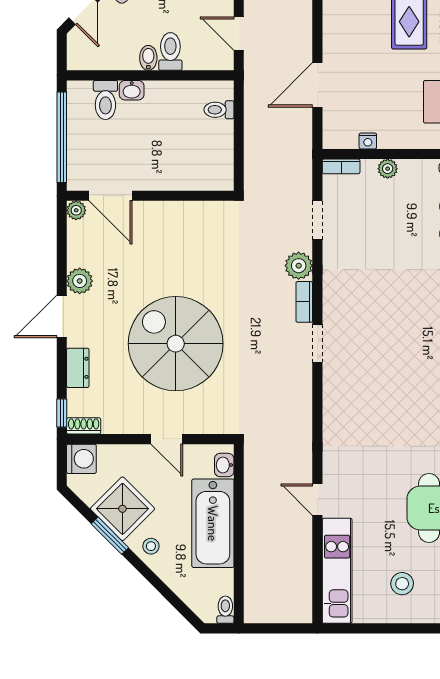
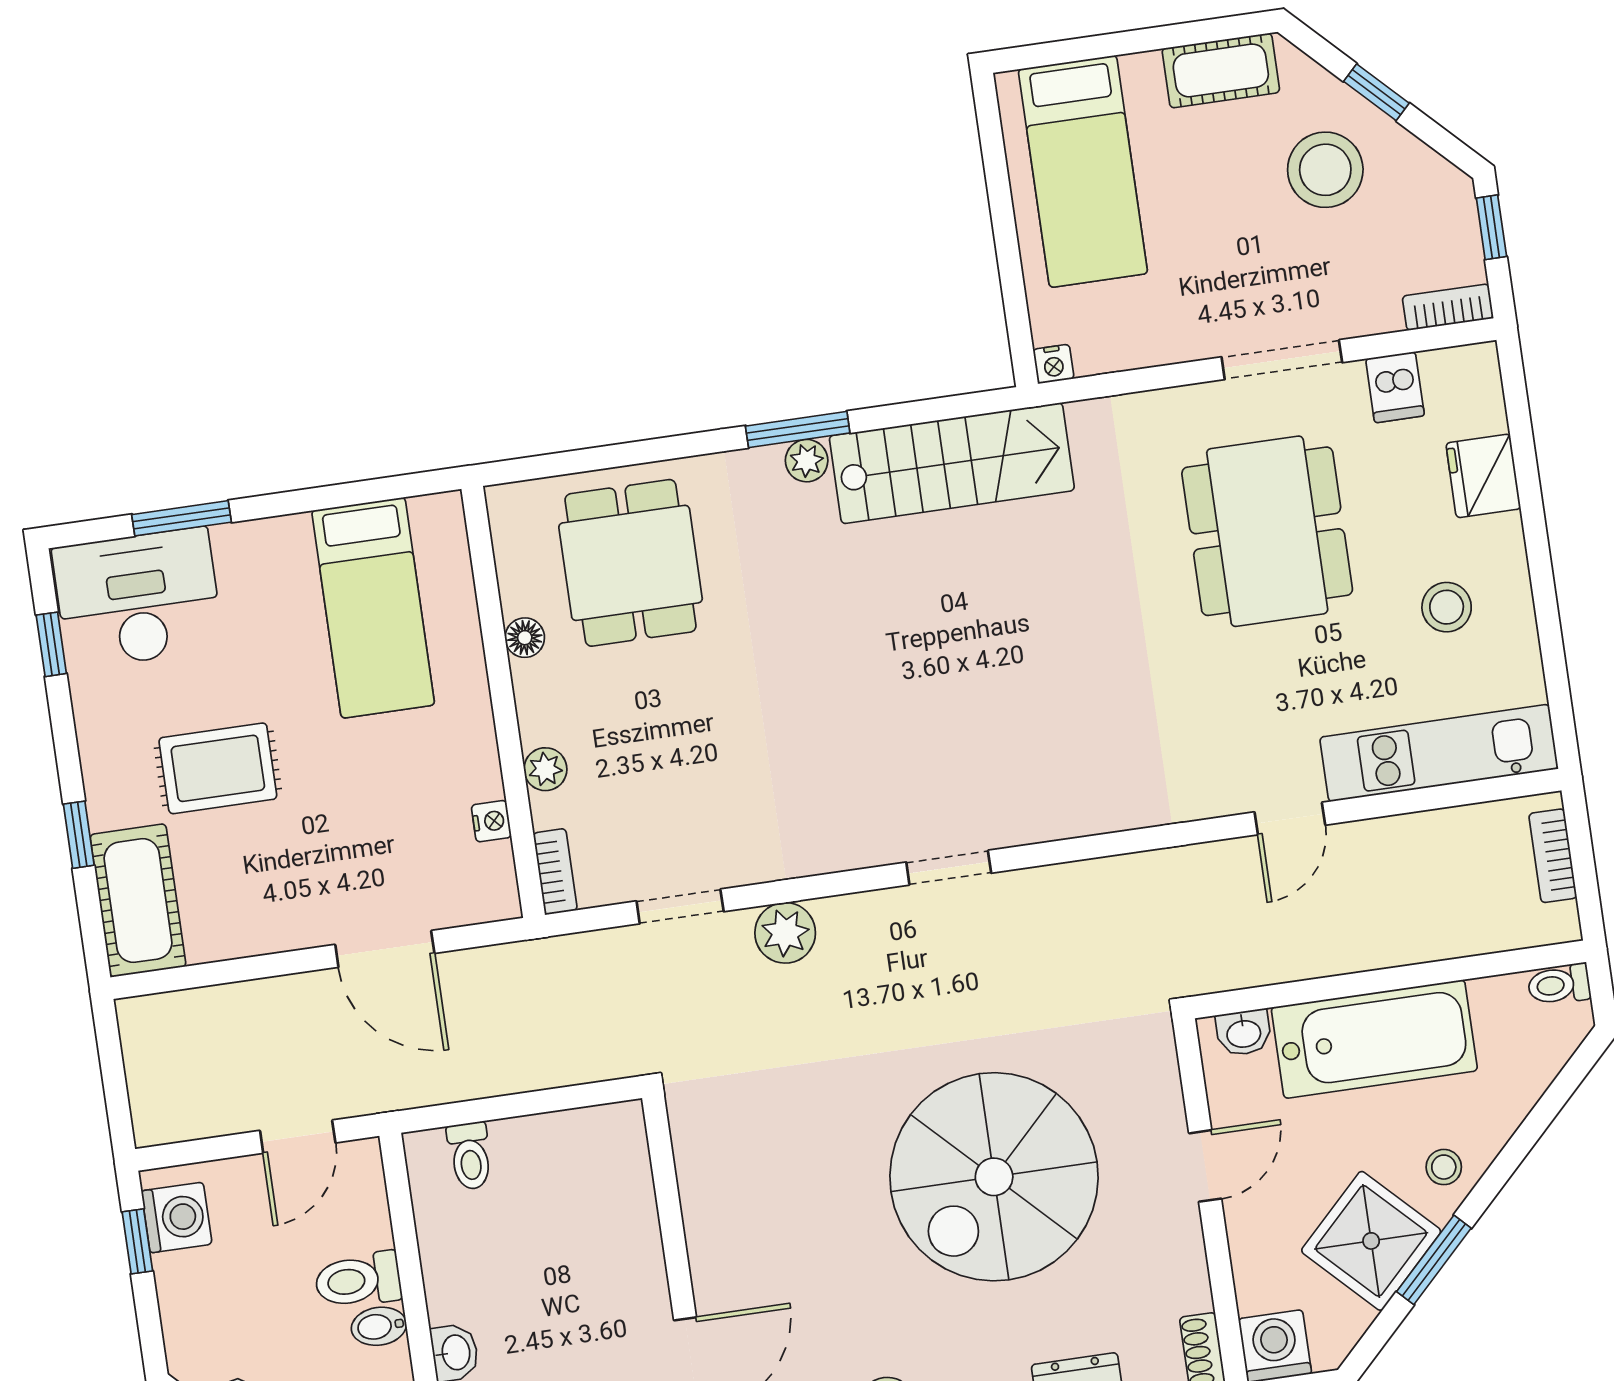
bookcase: (304, 302) -> (1553, 856), moved, turned 90

